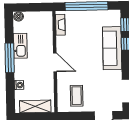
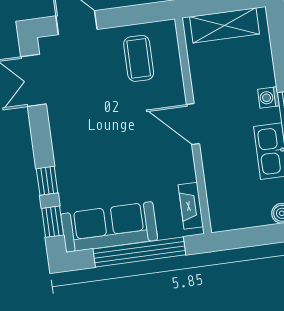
sofa: (112, 48) -> (109, 227), moved, turned -90
washing machine: (19, 85) -> (268, 98), moved

